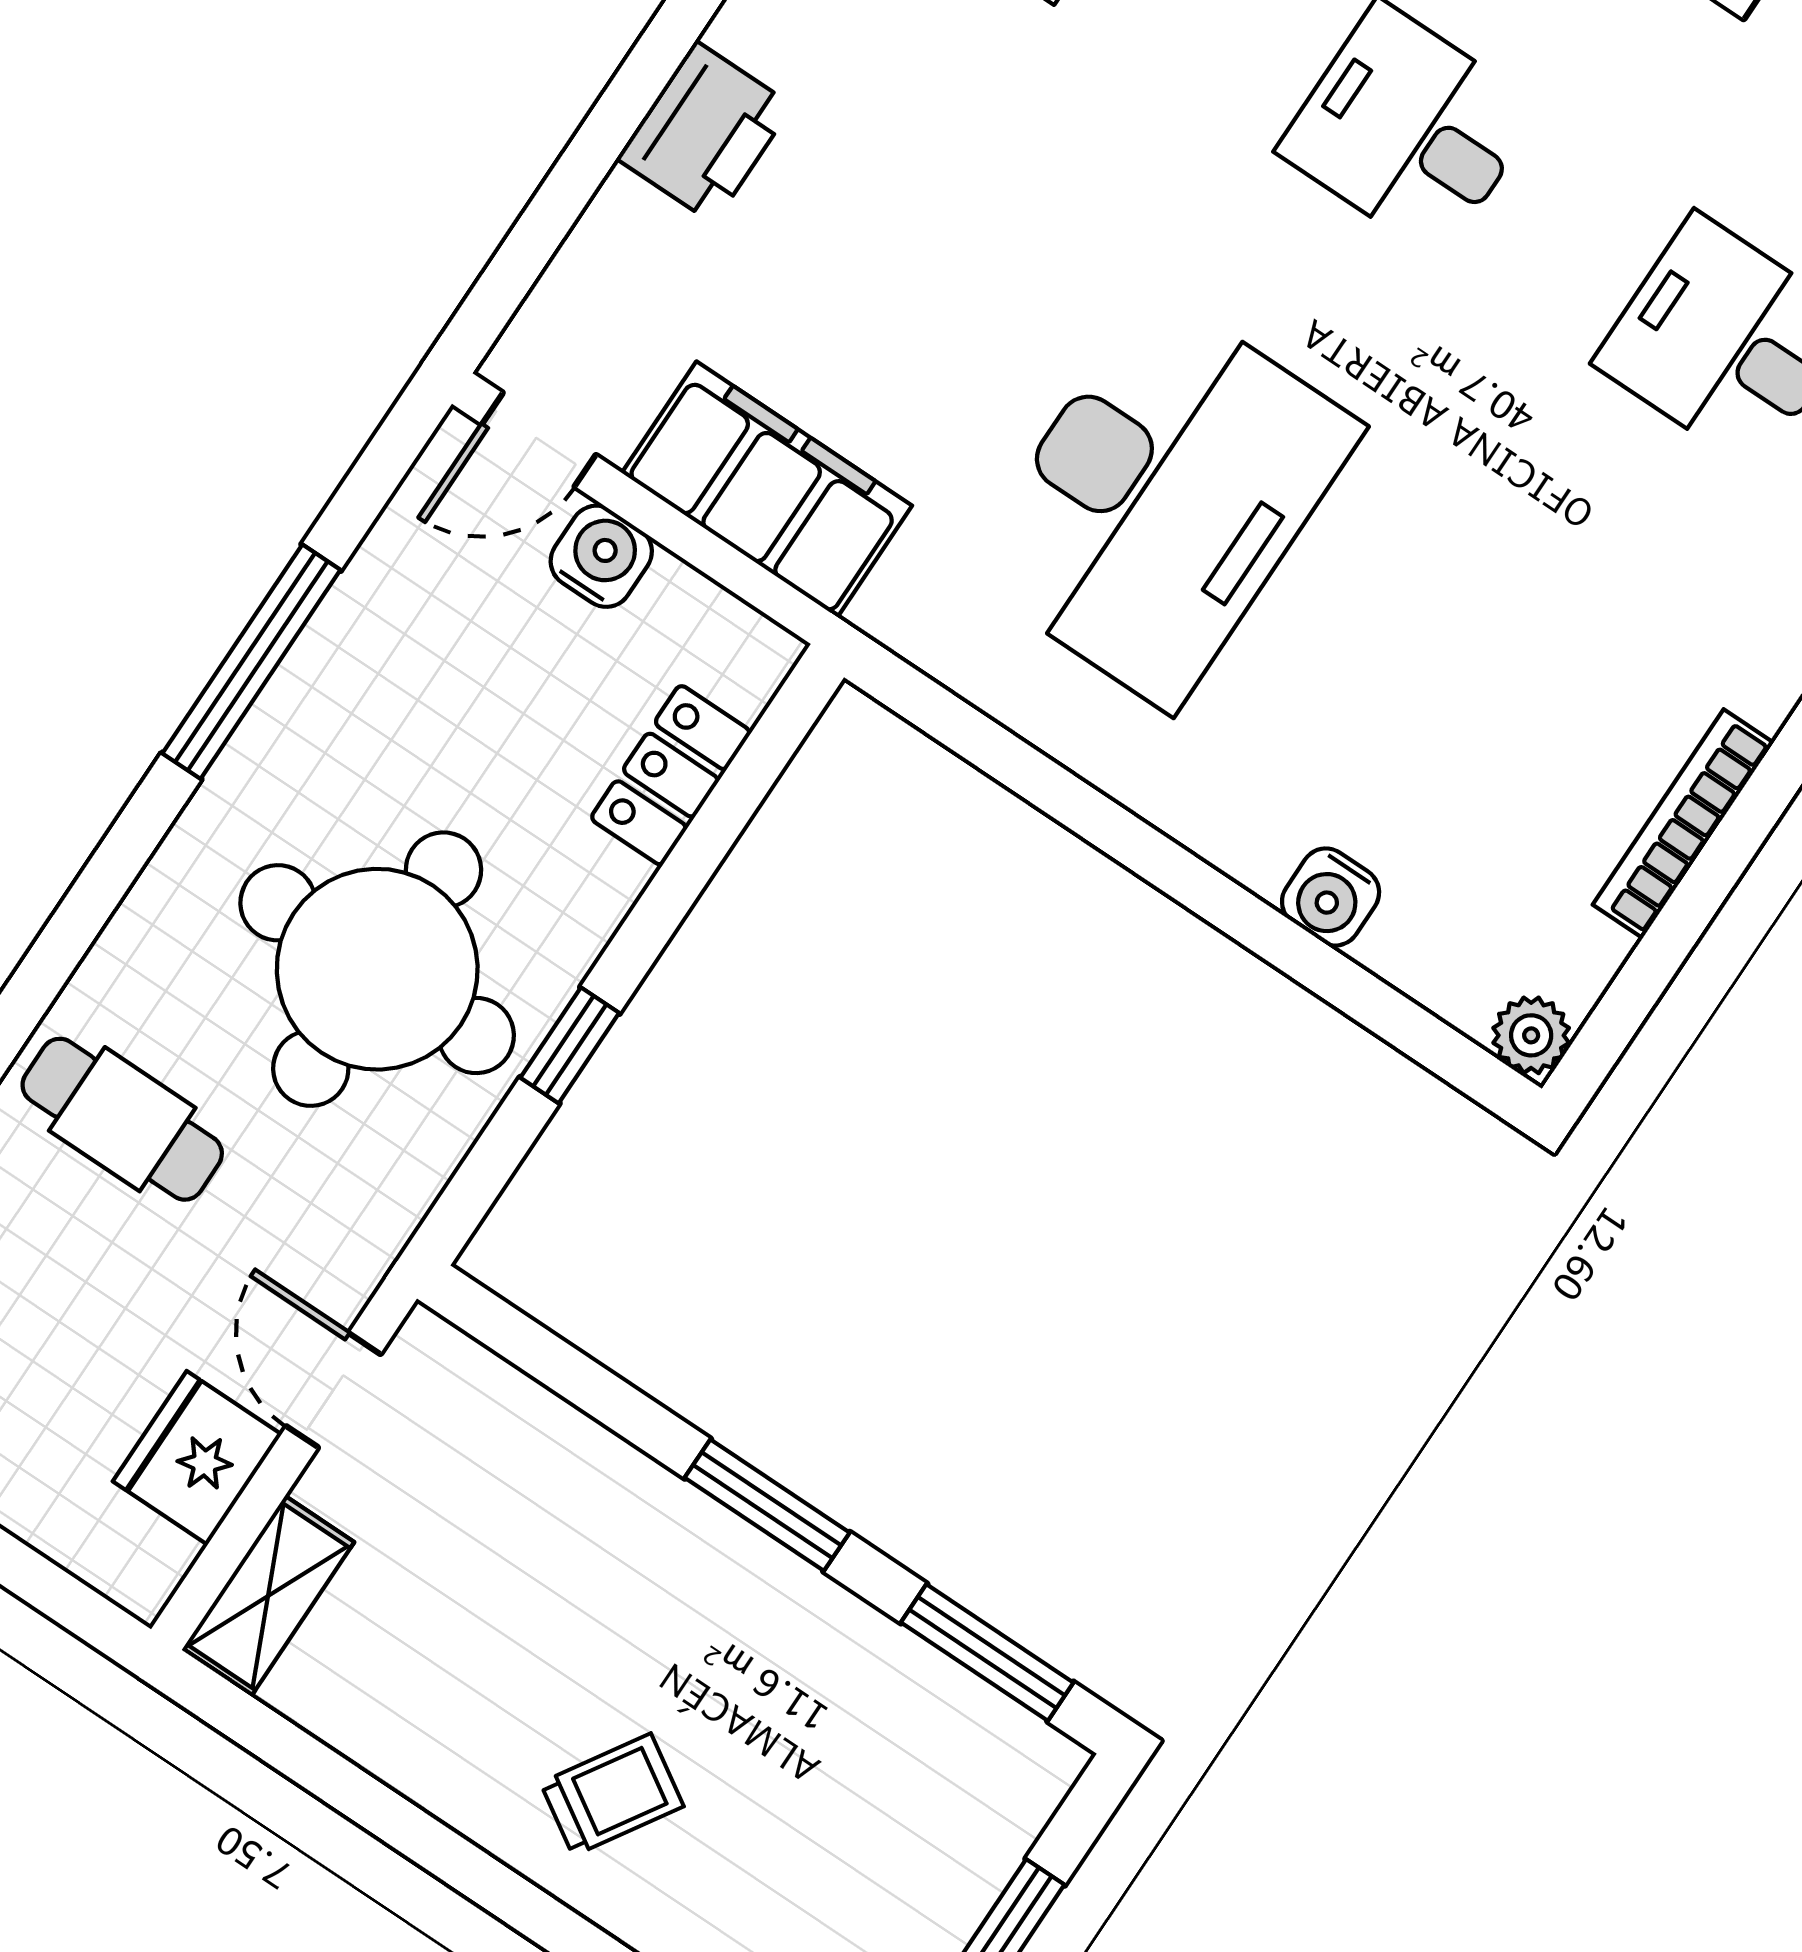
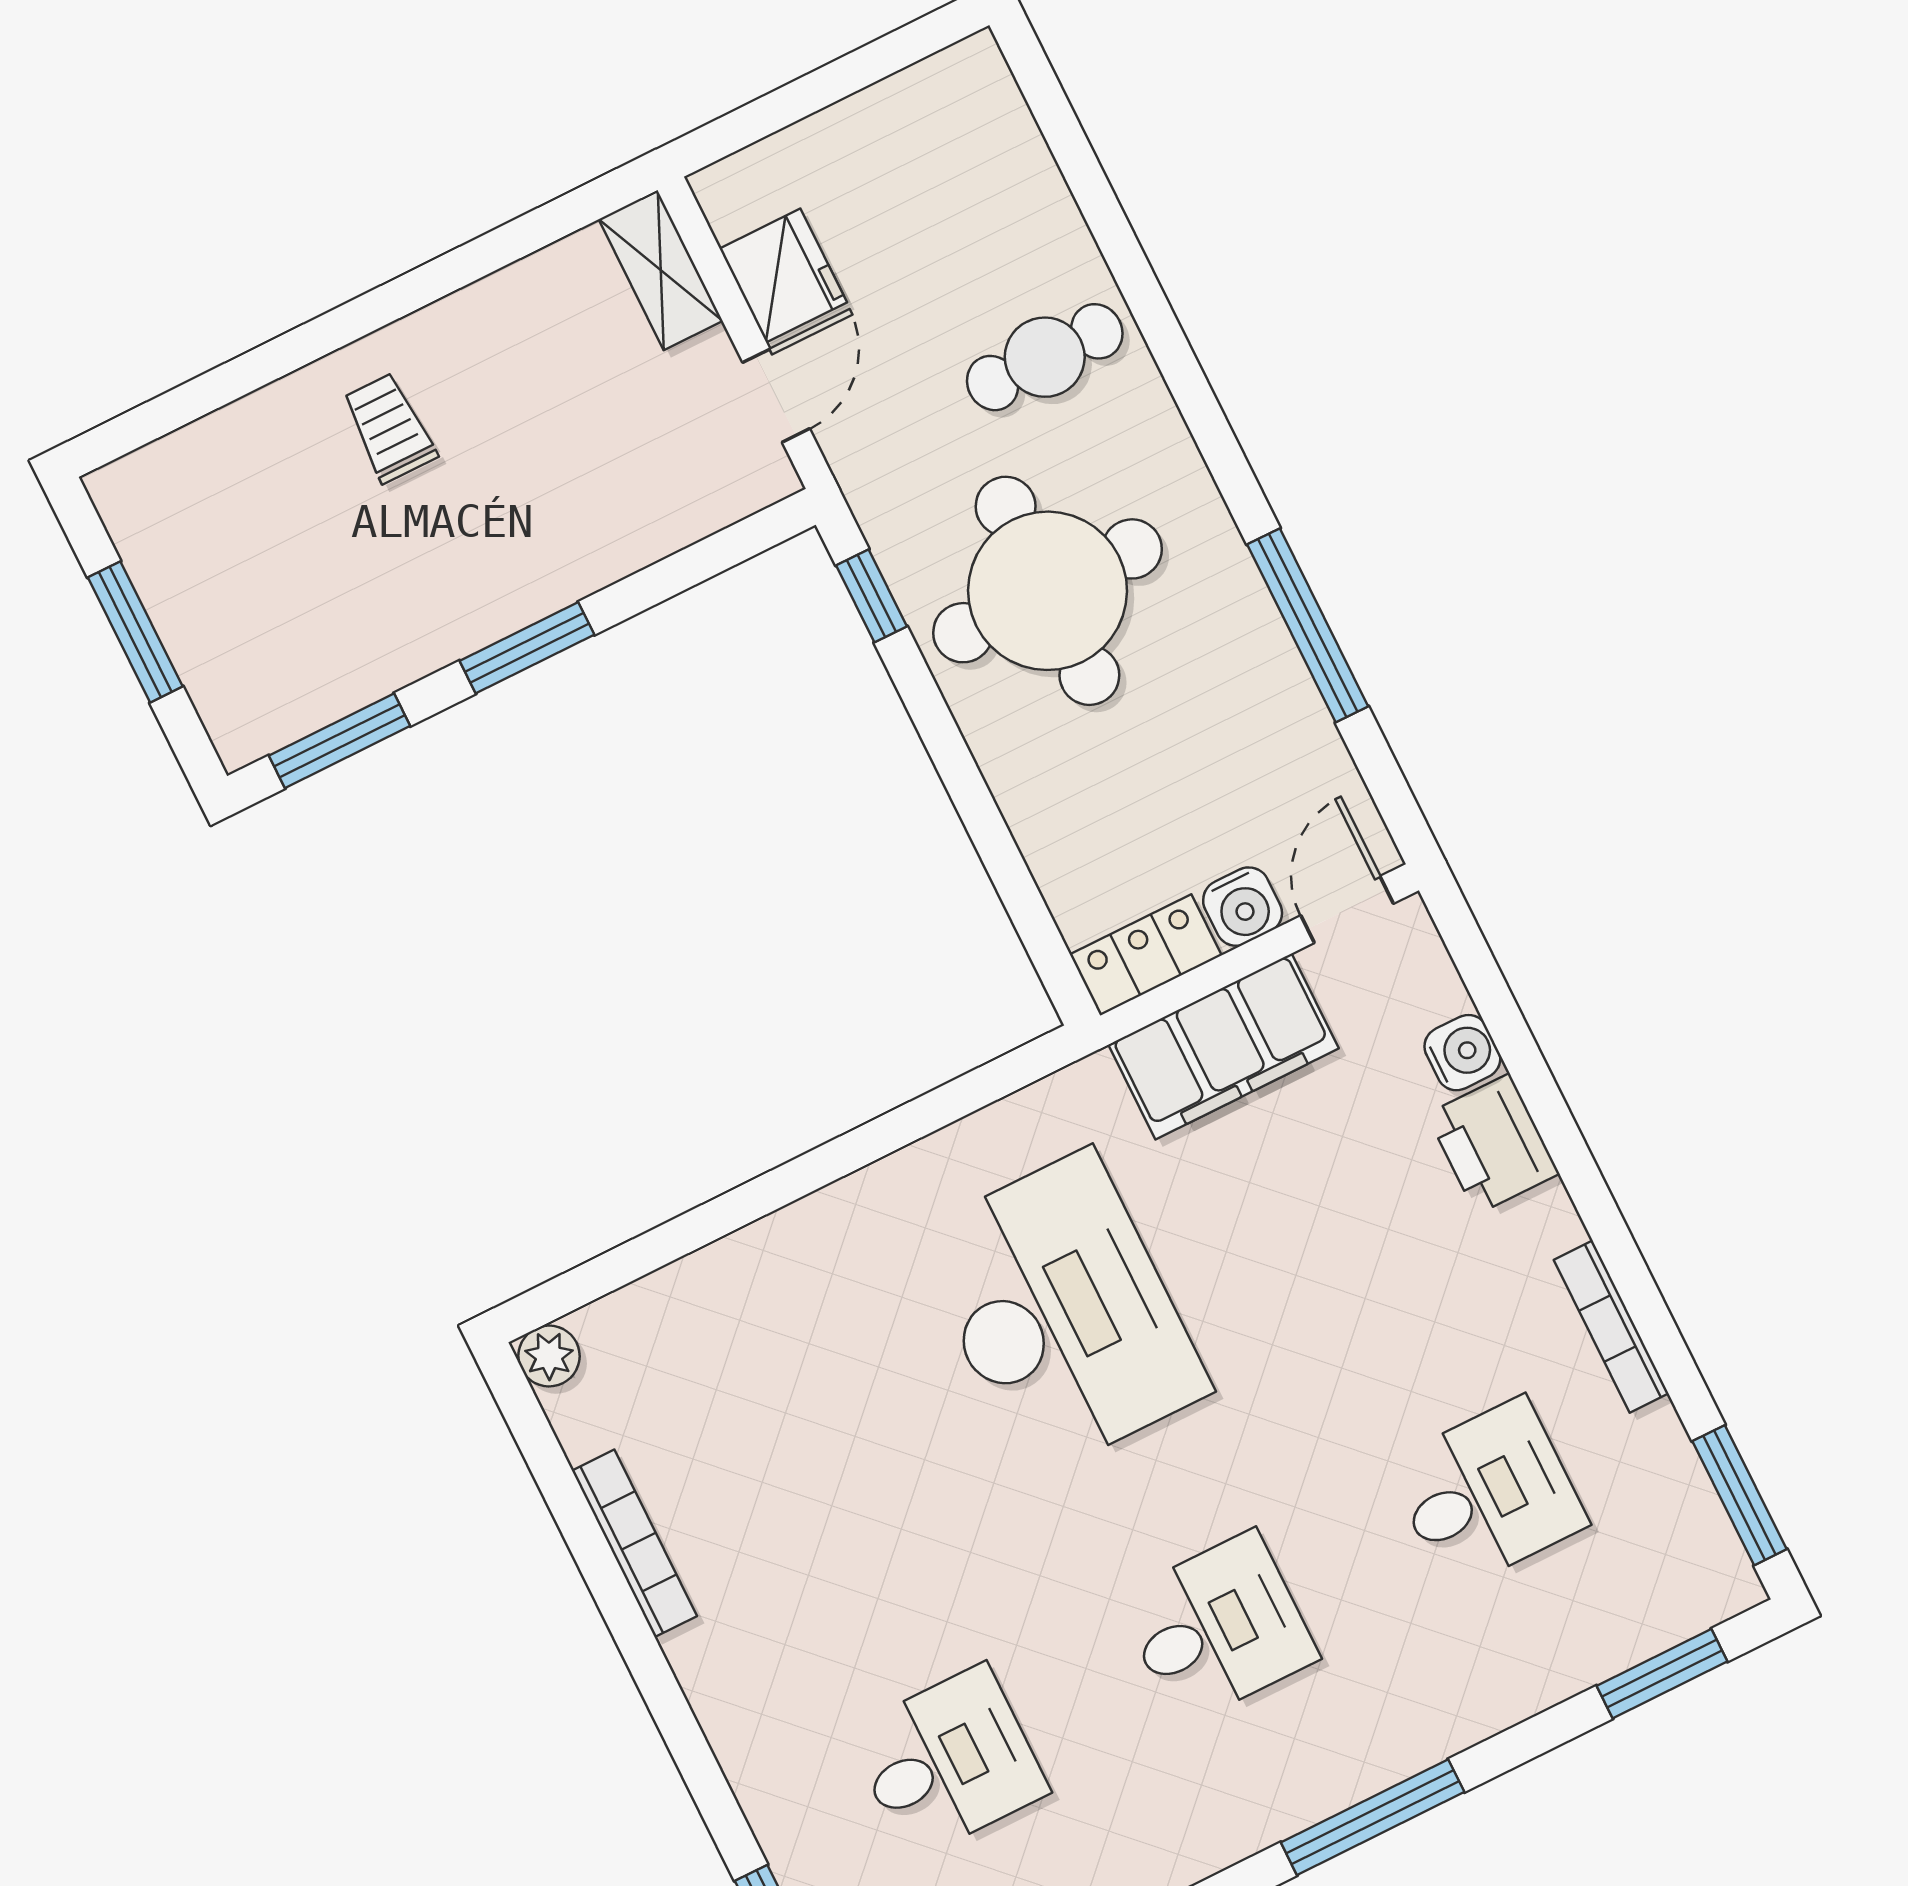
desk: (1162, 499) -> (1061, 1314), turned 180
locker: (671, 775) -> (1146, 955), moved, turned -90
water cooler: (1331, 897) -> (1462, 1053), moved, turned 90
window: (570, 1045) -> (871, 596), moved
door: (333, 1390) -> (776, 396), hinge flipped
trolley: (612, 1795) -> (389, 428), turned 148

